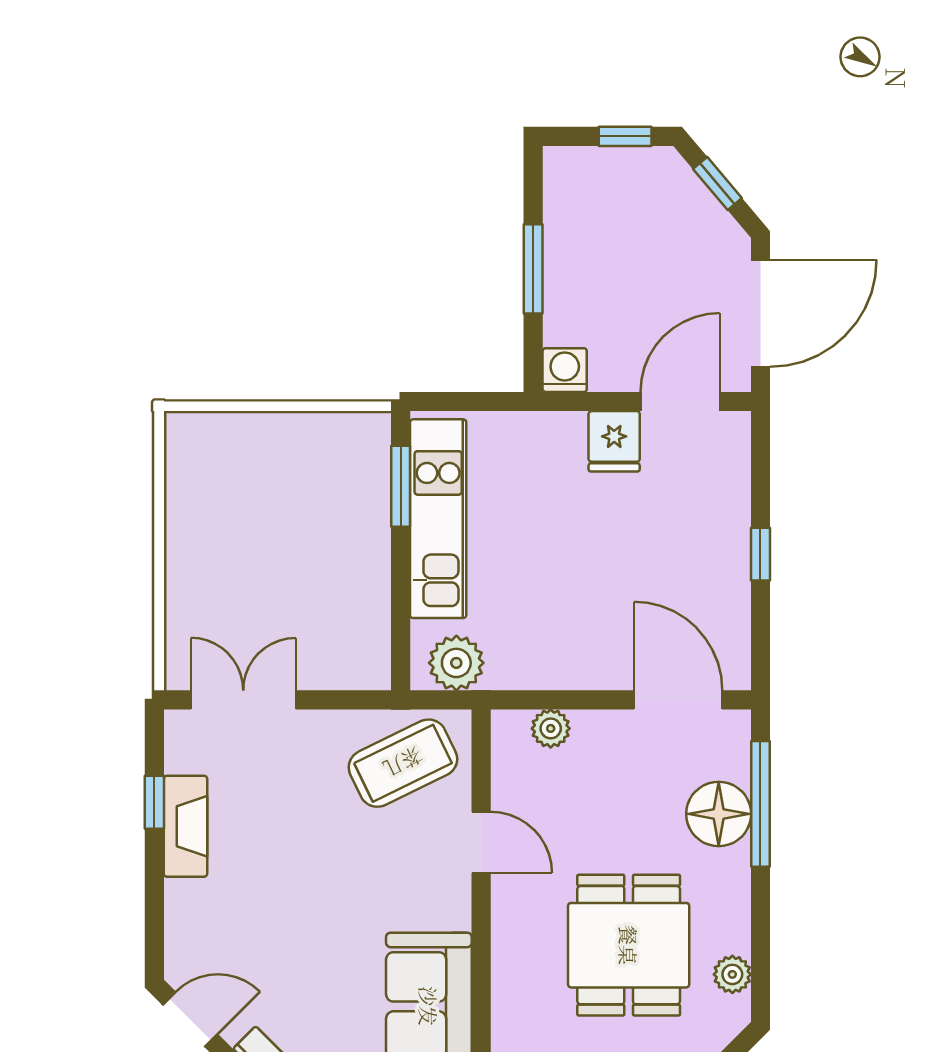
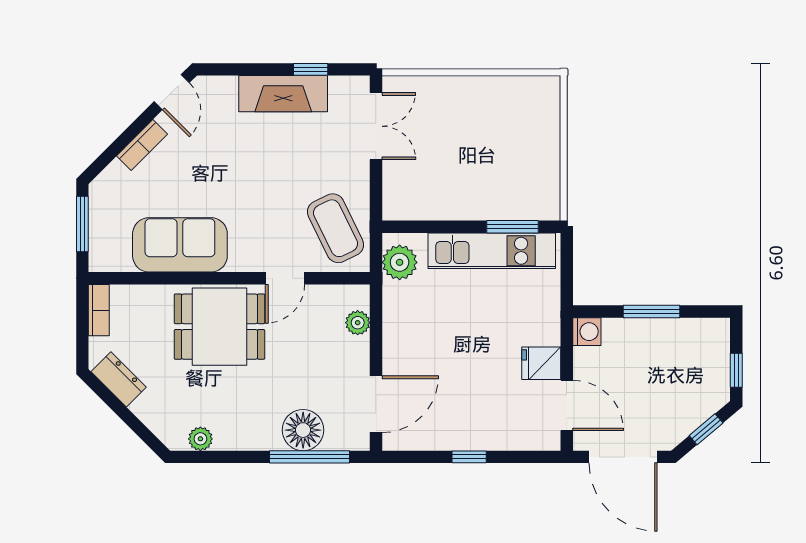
fireplace: (185, 826) -> (283, 94), width x1.37, depth x1.32
dining table: (629, 945) -> (220, 327), moved

